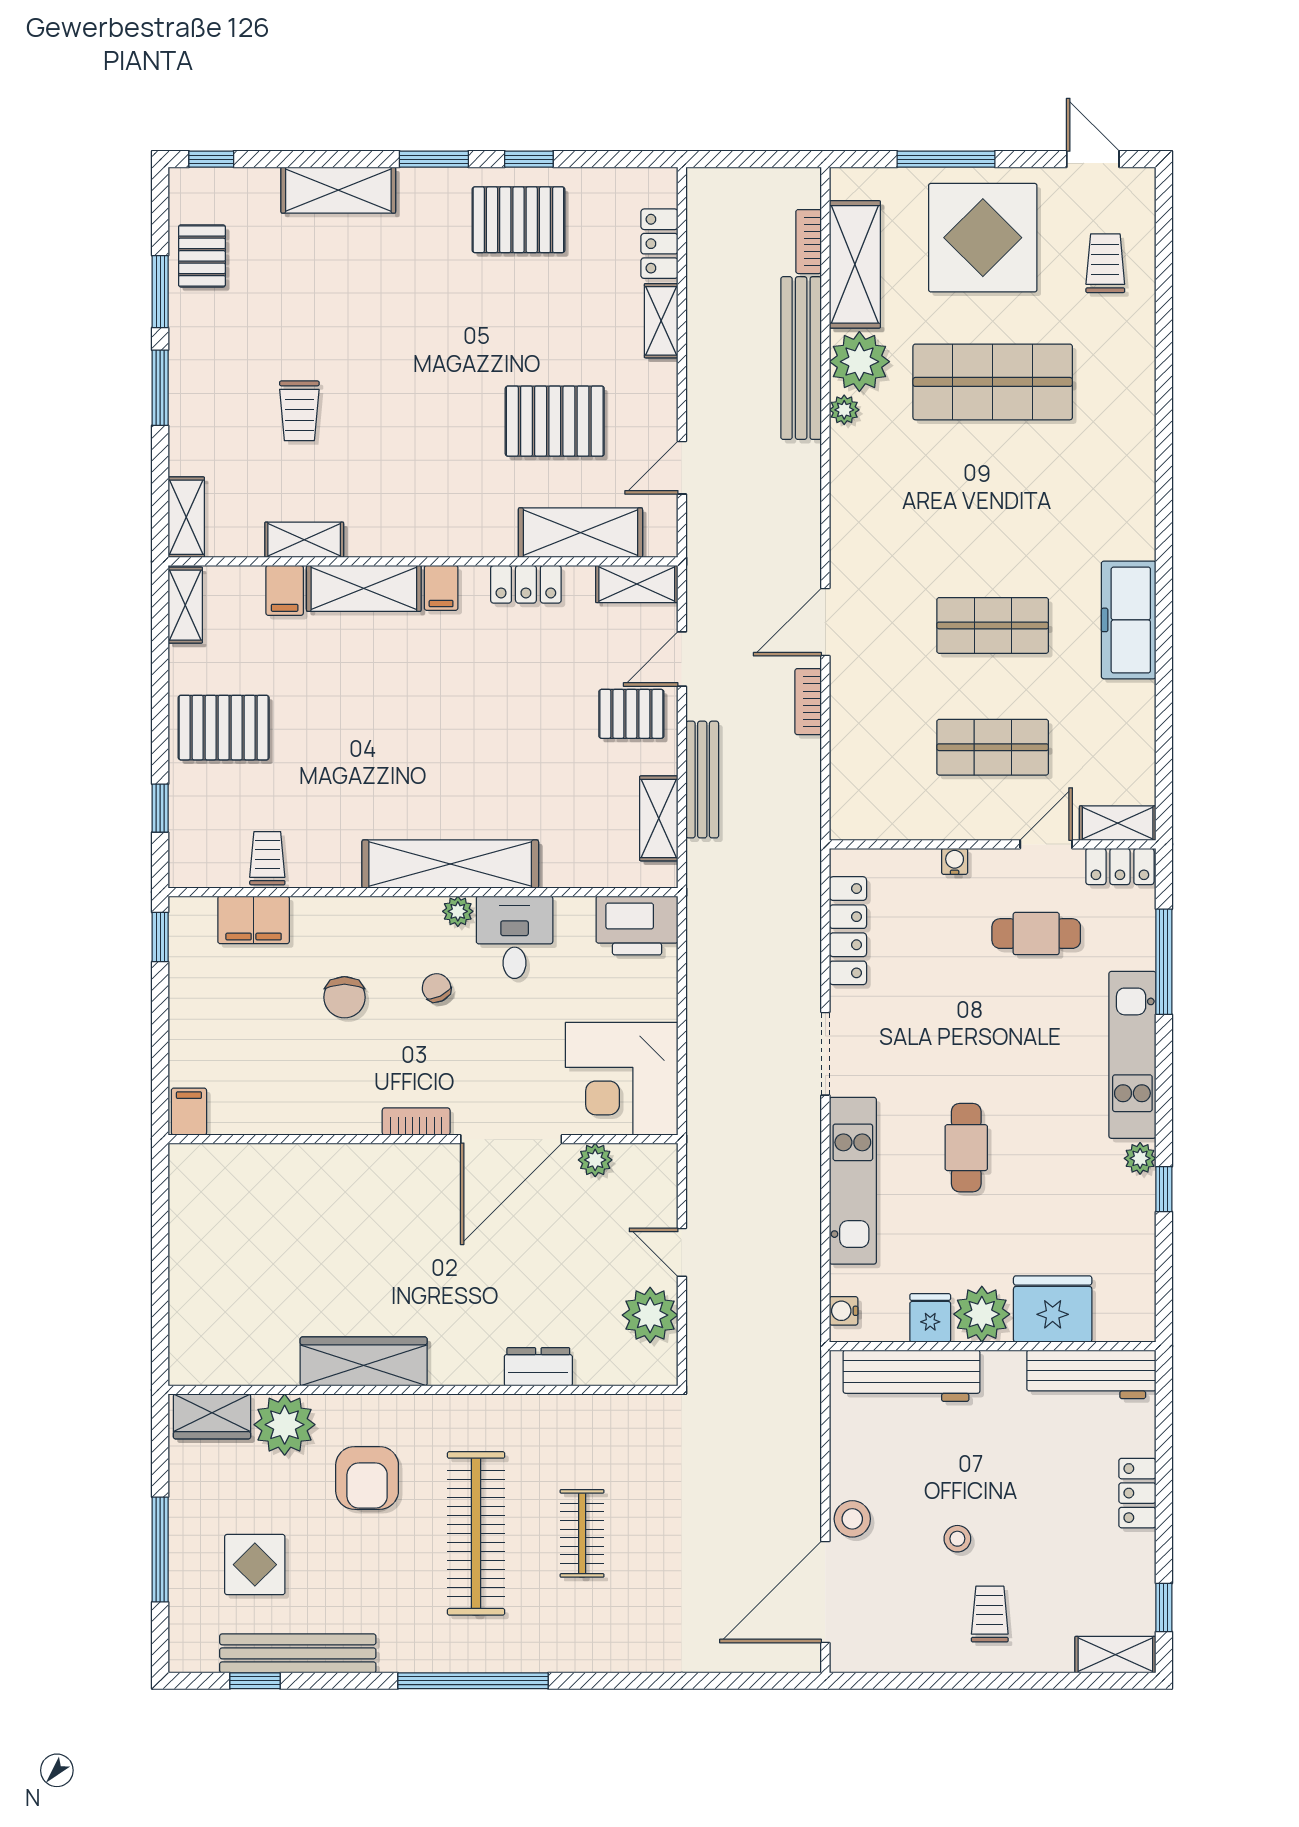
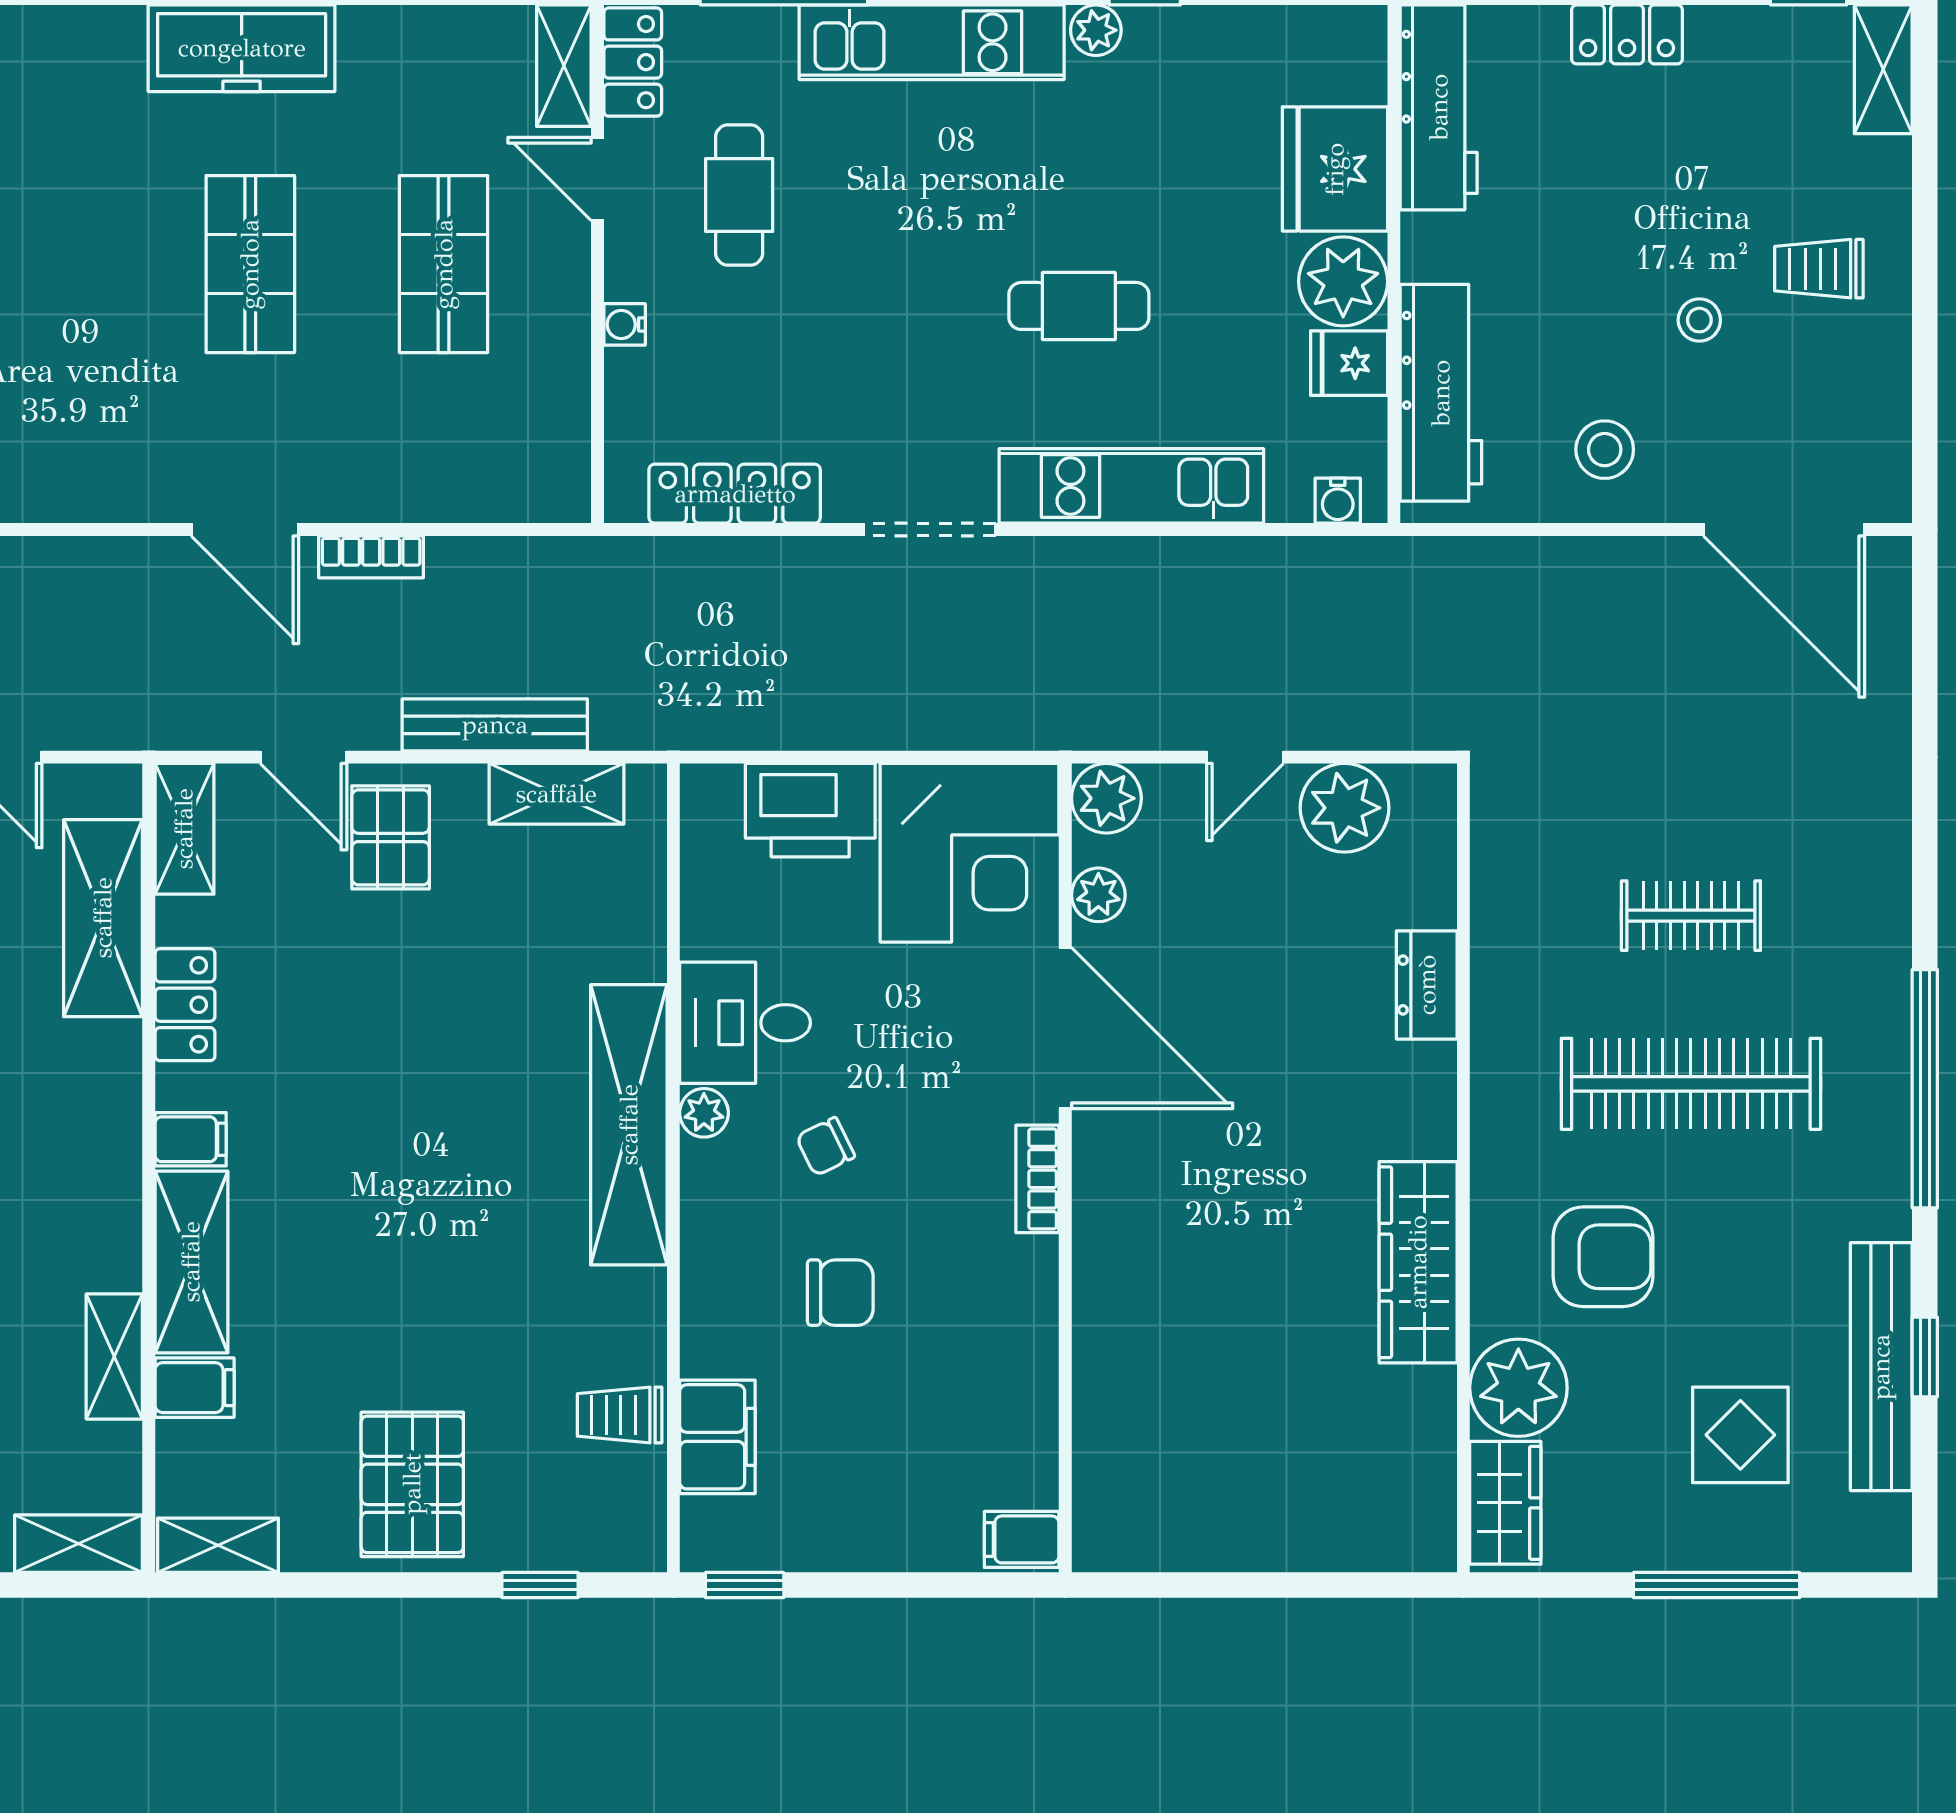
printer: (637, 925) -> (810, 810), moved, turned 90
plant: (656, 1165) -> (1106, 798), added
stool: (852, 1519) -> (1605, 450), moved
window: (255, 1681) -> (1925, 1357), moved

